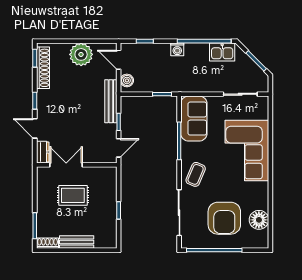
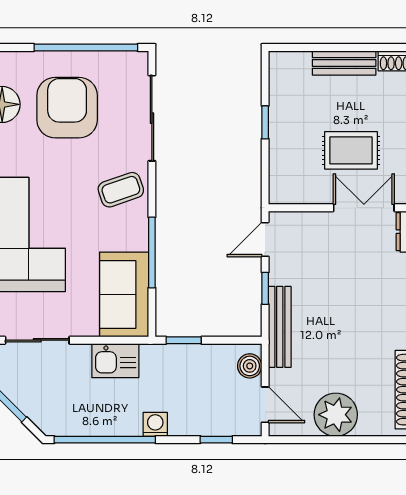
kitchen sink: (222, 52) -> (115, 361), moved, turned 180
double door: (66, 165) -> (364, 208), swing flipped
coffee table: (196, 174) -> (121, 190), turned 48

